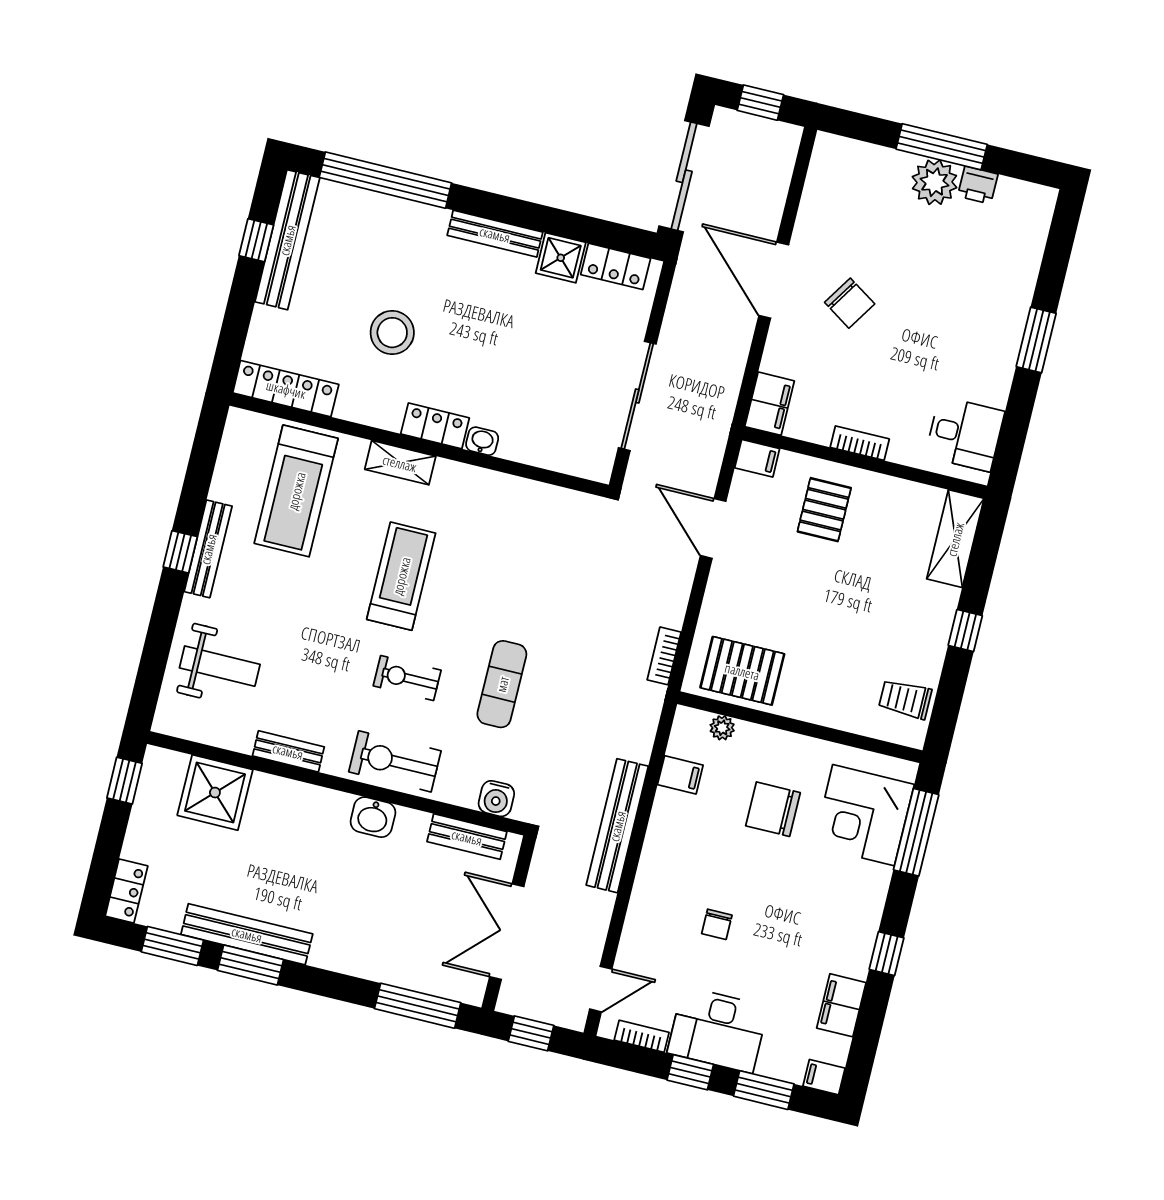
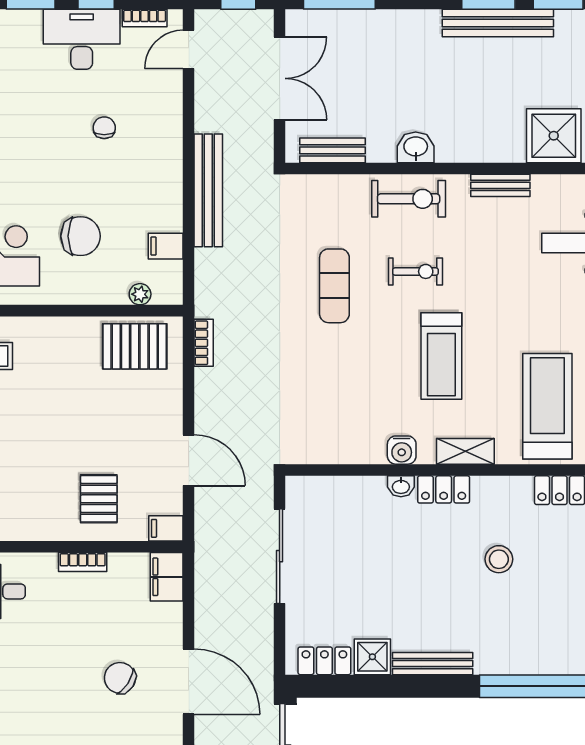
stool: (392, 333) -> (499, 559), width x0.73, depth x0.73
water cooler: (496, 799) -> (402, 450), moved, turned 180

